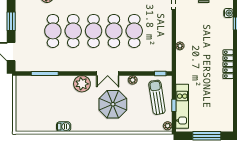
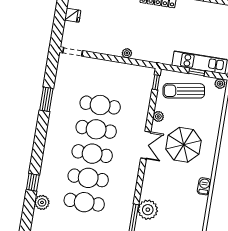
plant: (82, 84) -> (148, 210), moved
barbecue: (64, 127) -> (204, 186), moved

